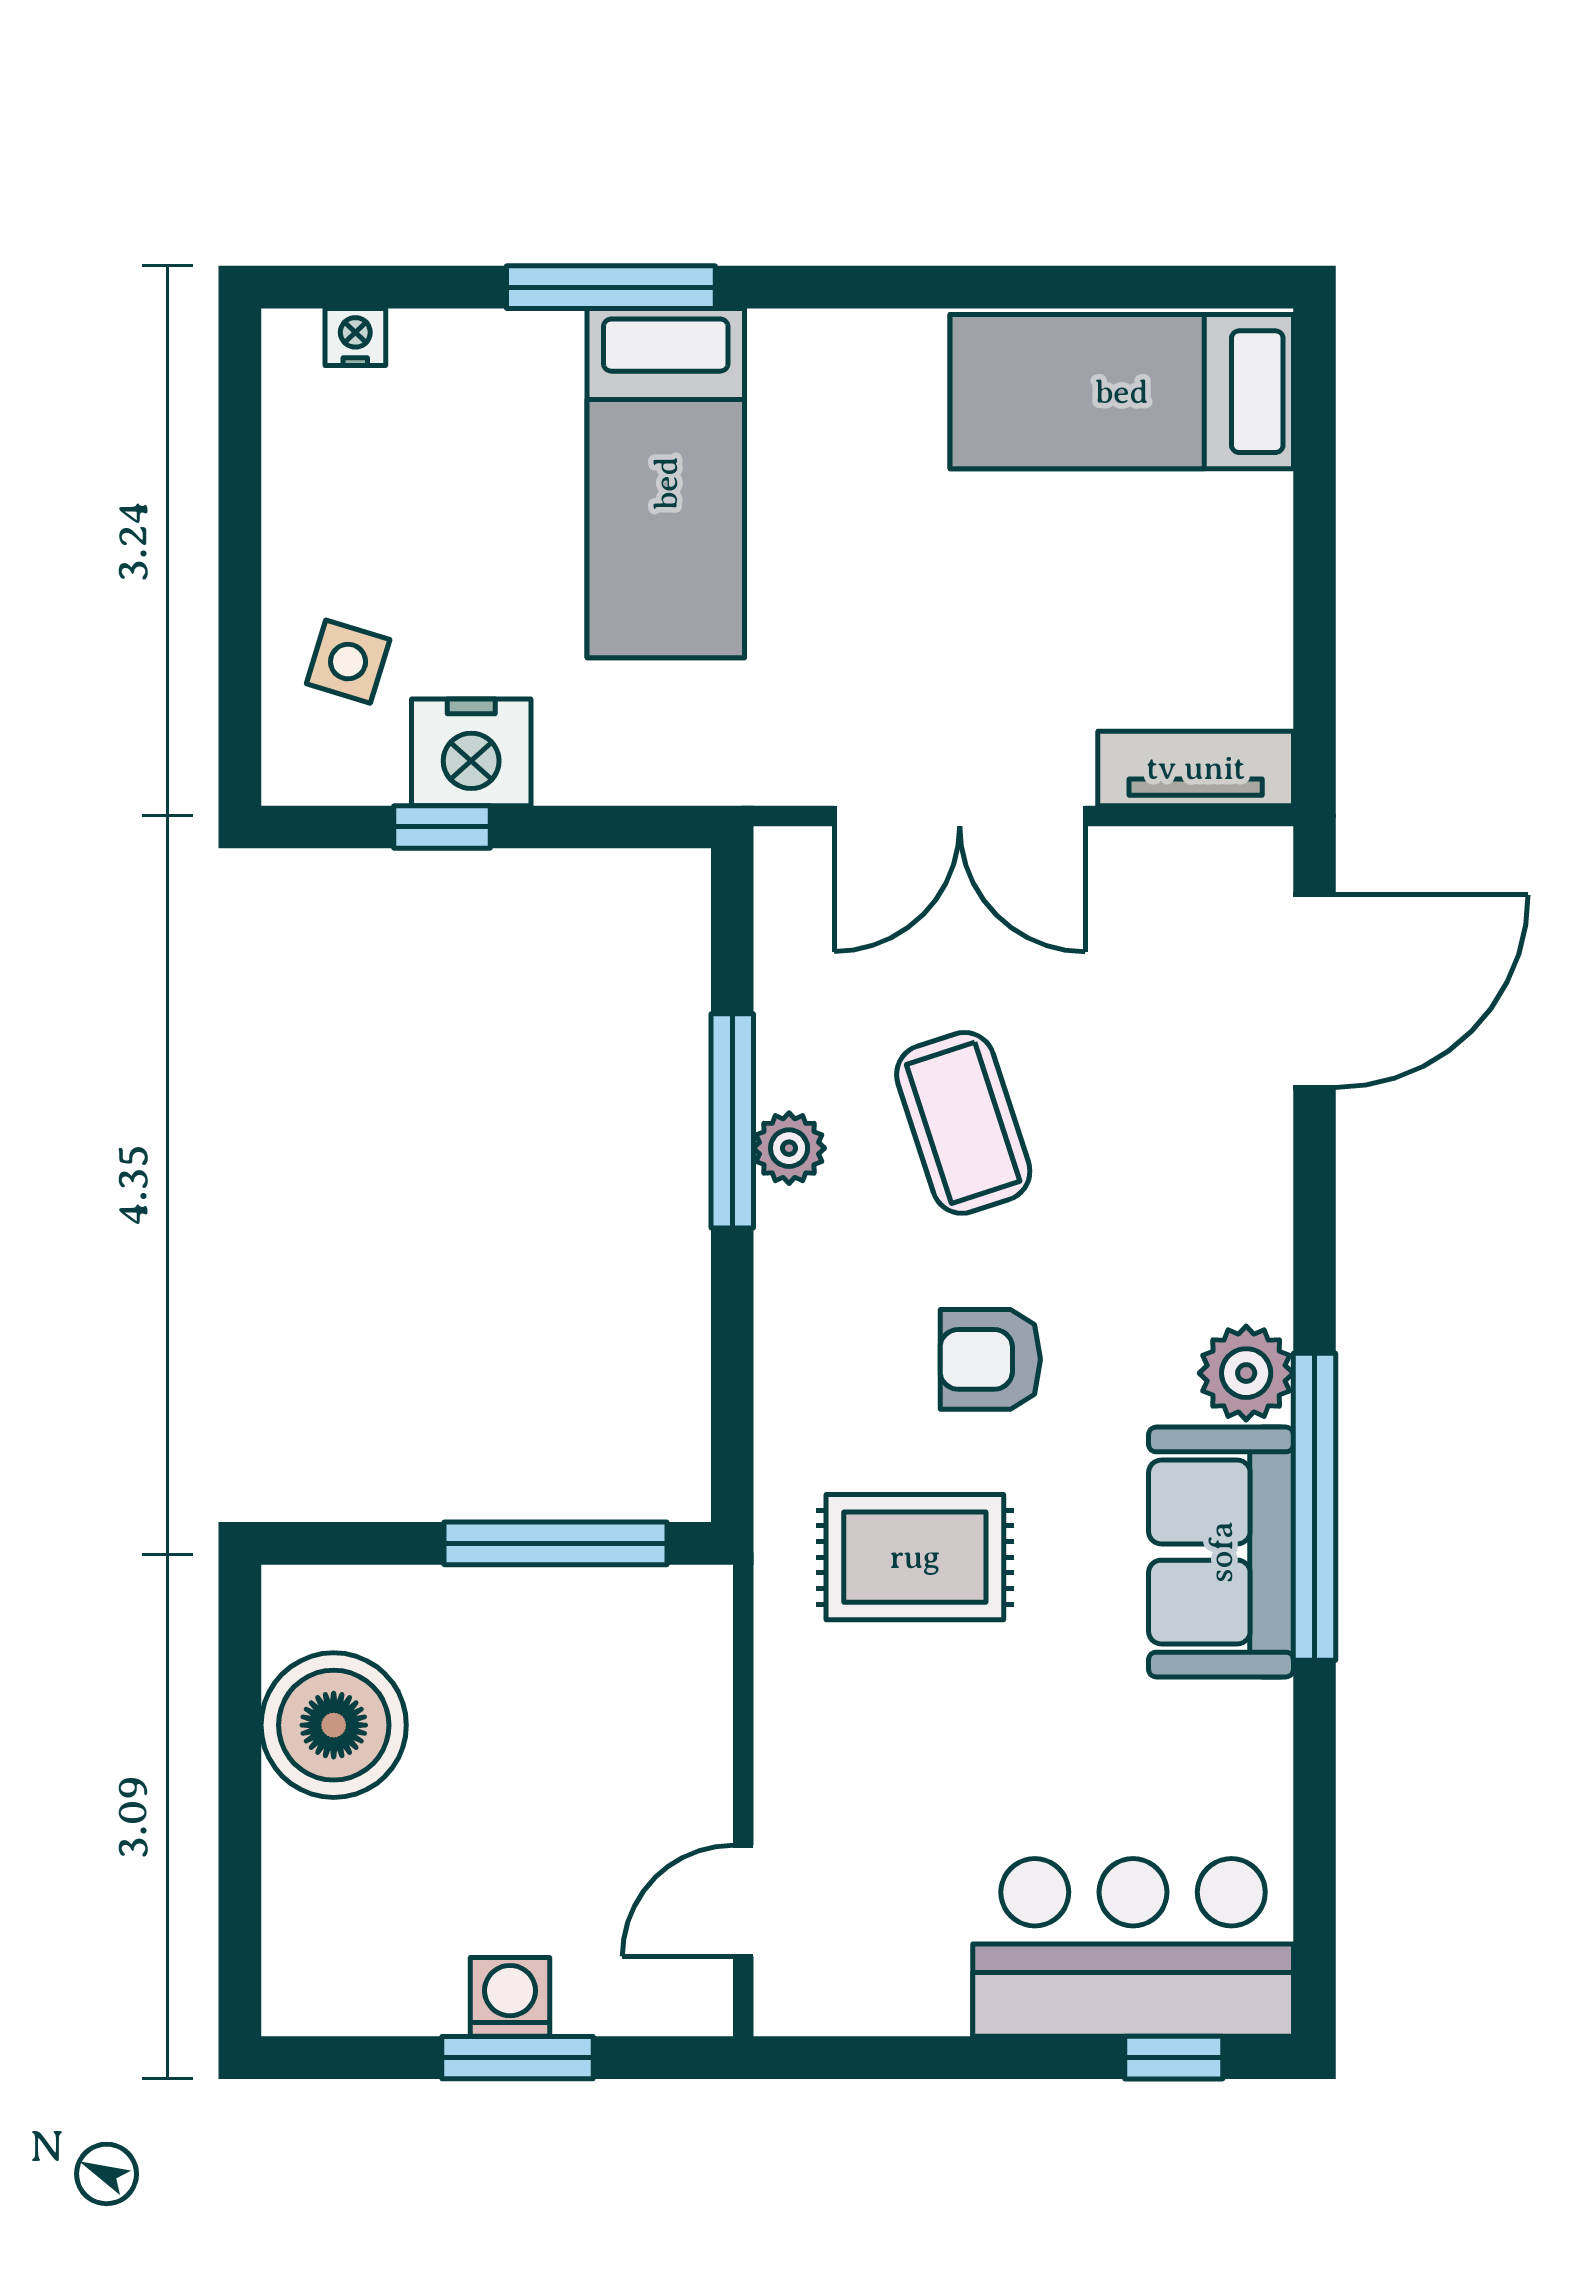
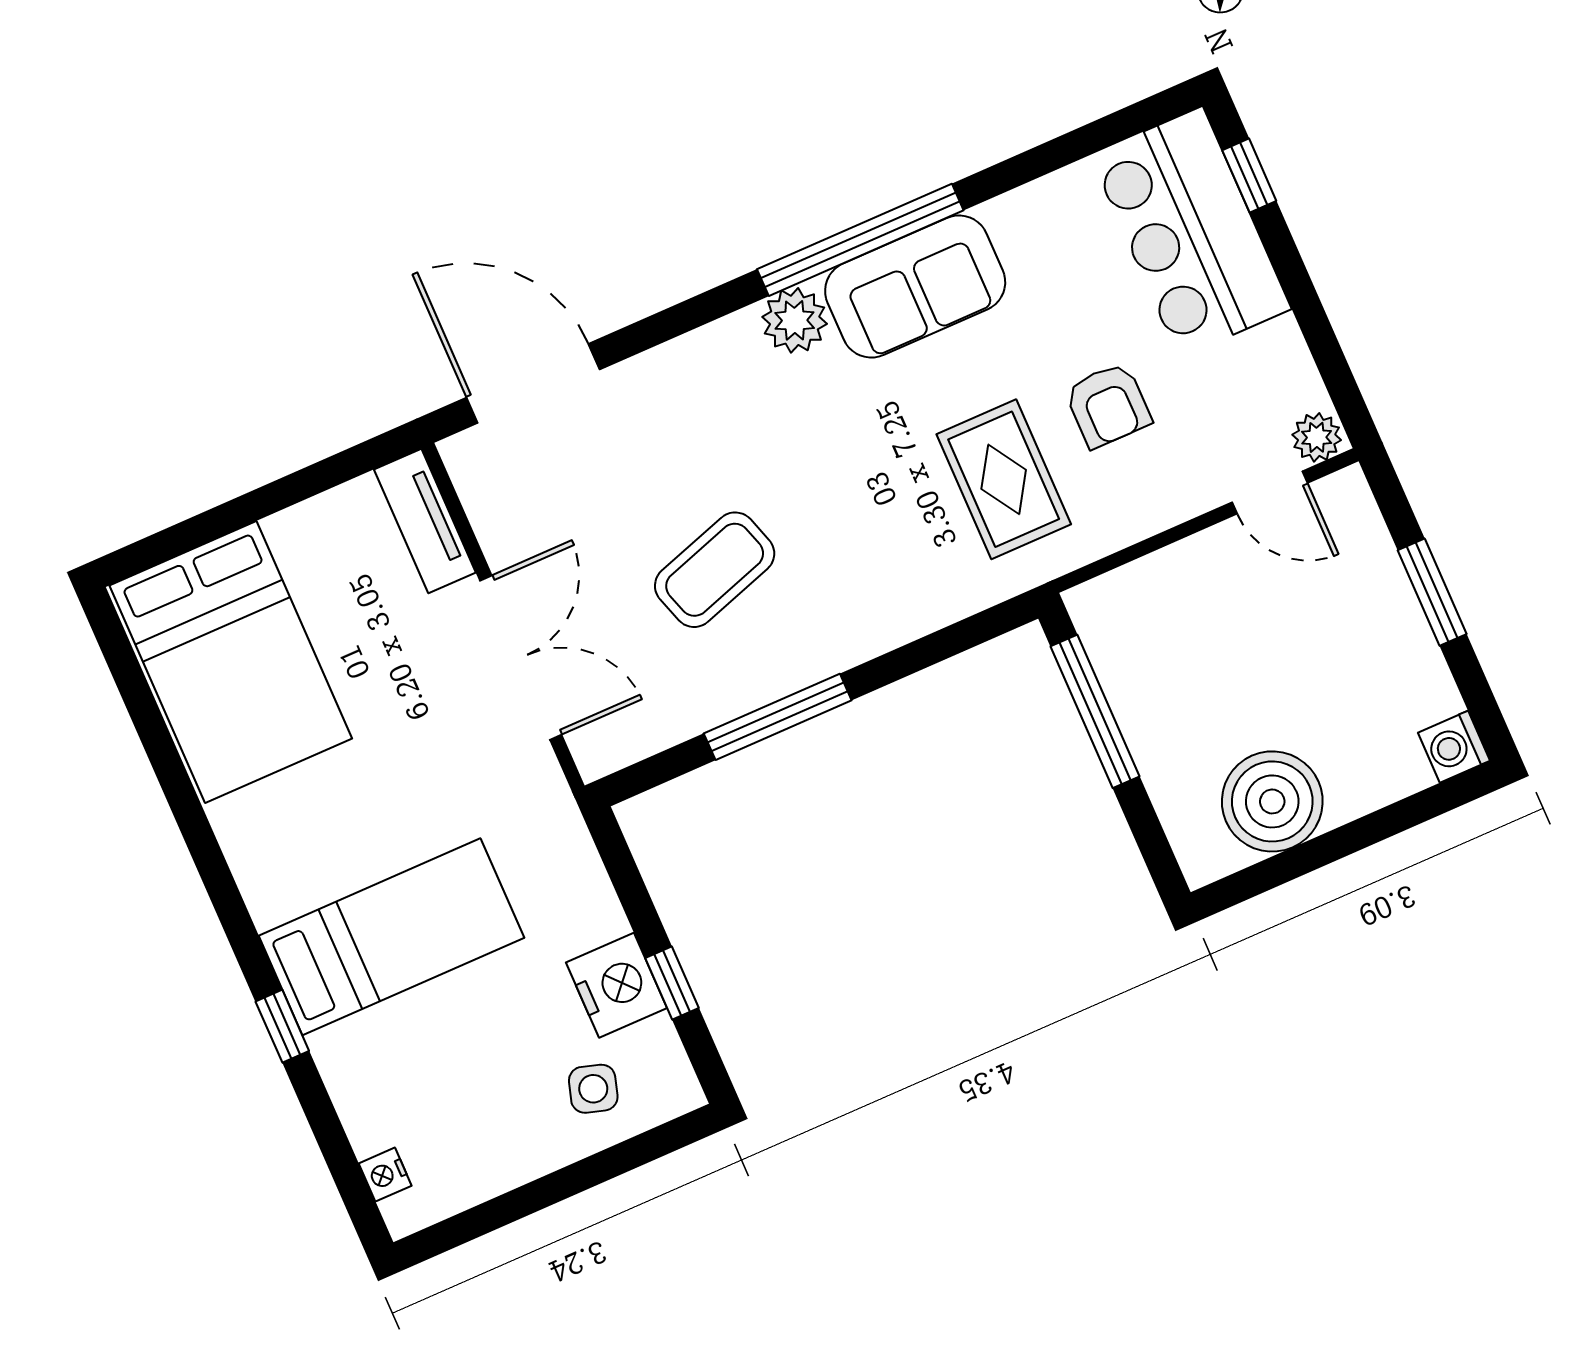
window: (611, 287) -> (282, 1026), width x0.46
bed: (1122, 392) -> (231, 662), width x1.50
plant: (789, 1148) -> (1317, 437), moved
armchair: (990, 1359) -> (1108, 405), moved
washing machine: (510, 1997) -> (1454, 747), moved

